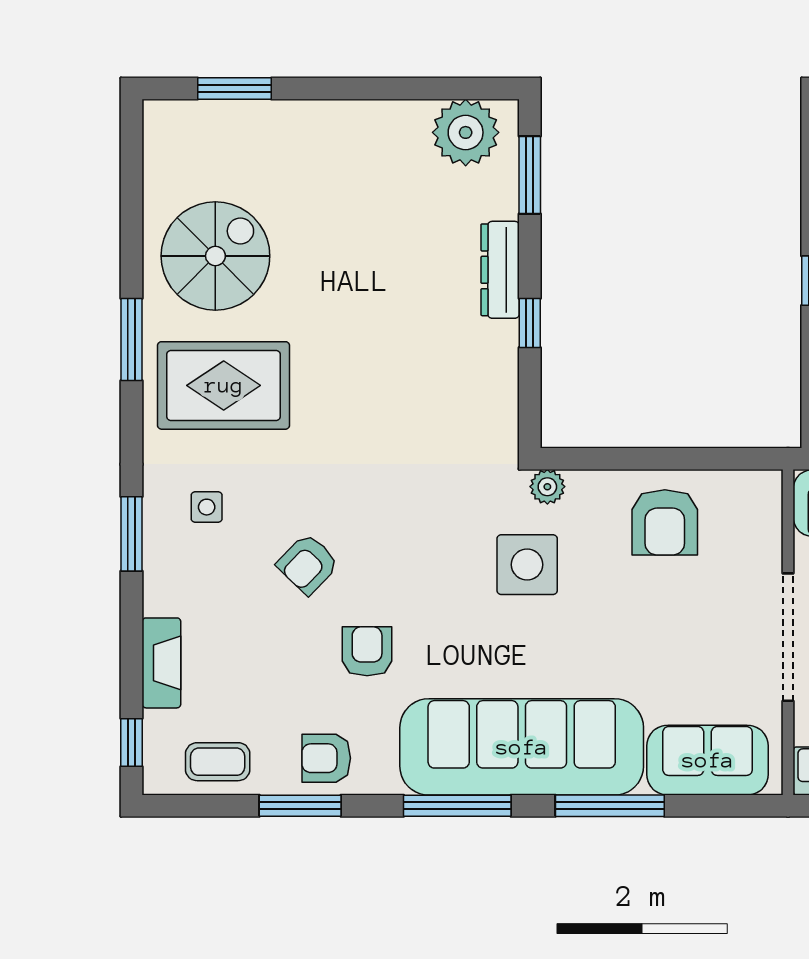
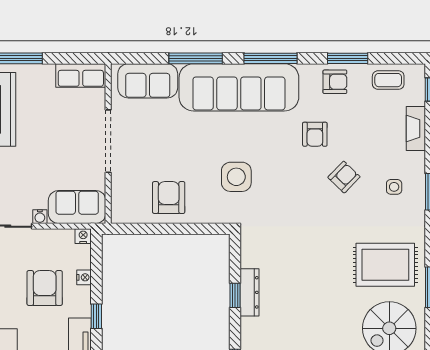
dresser: (500, 270) -> (250, 292), moved
plant: (547, 487) -> (226, 215), removed
side table: (207, 507) -> (394, 187), moved

